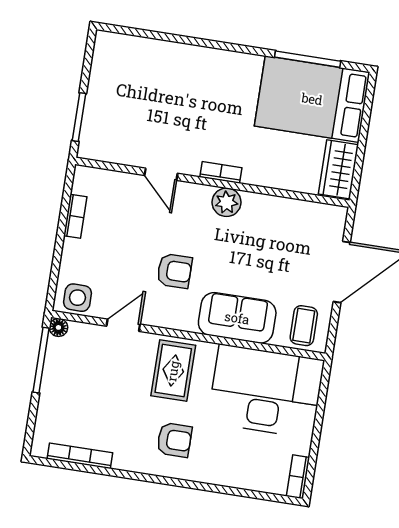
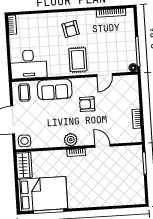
side table: (78, 298) -> (24, 141), moved
desk: (266, 391) -> (28, 64), width x0.73, depth x0.77
armchair: (174, 440) -> (71, 29), turned -102

